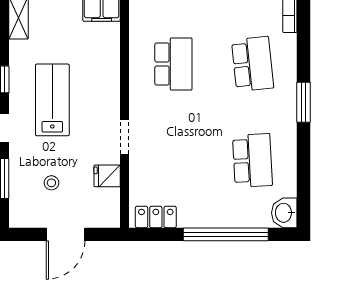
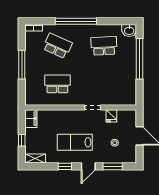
school desk: (252, 64) -> (57, 46), turned 30
window: (303, 102) -> (76, 21), width x2.11
locker: (156, 217) -> (131, 92), removed

